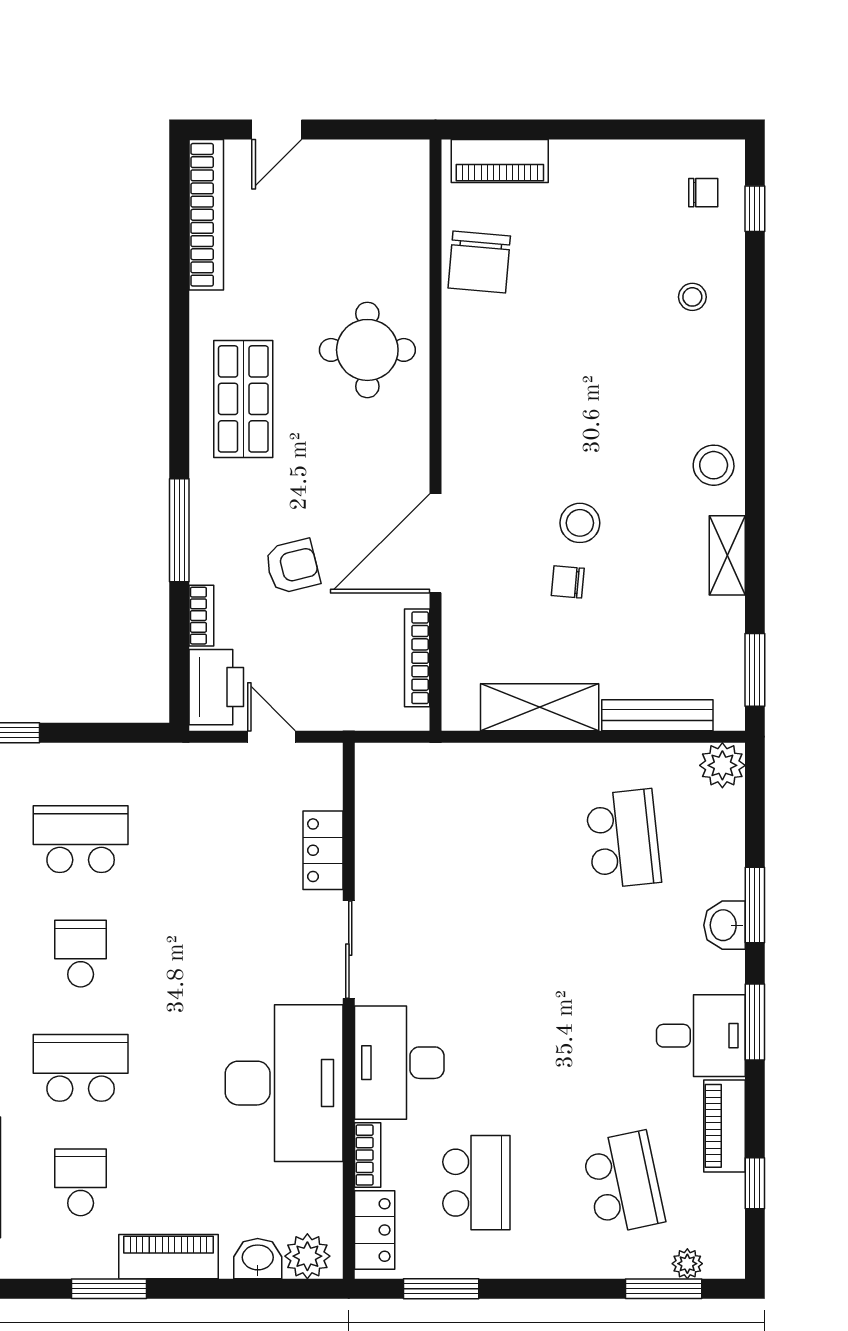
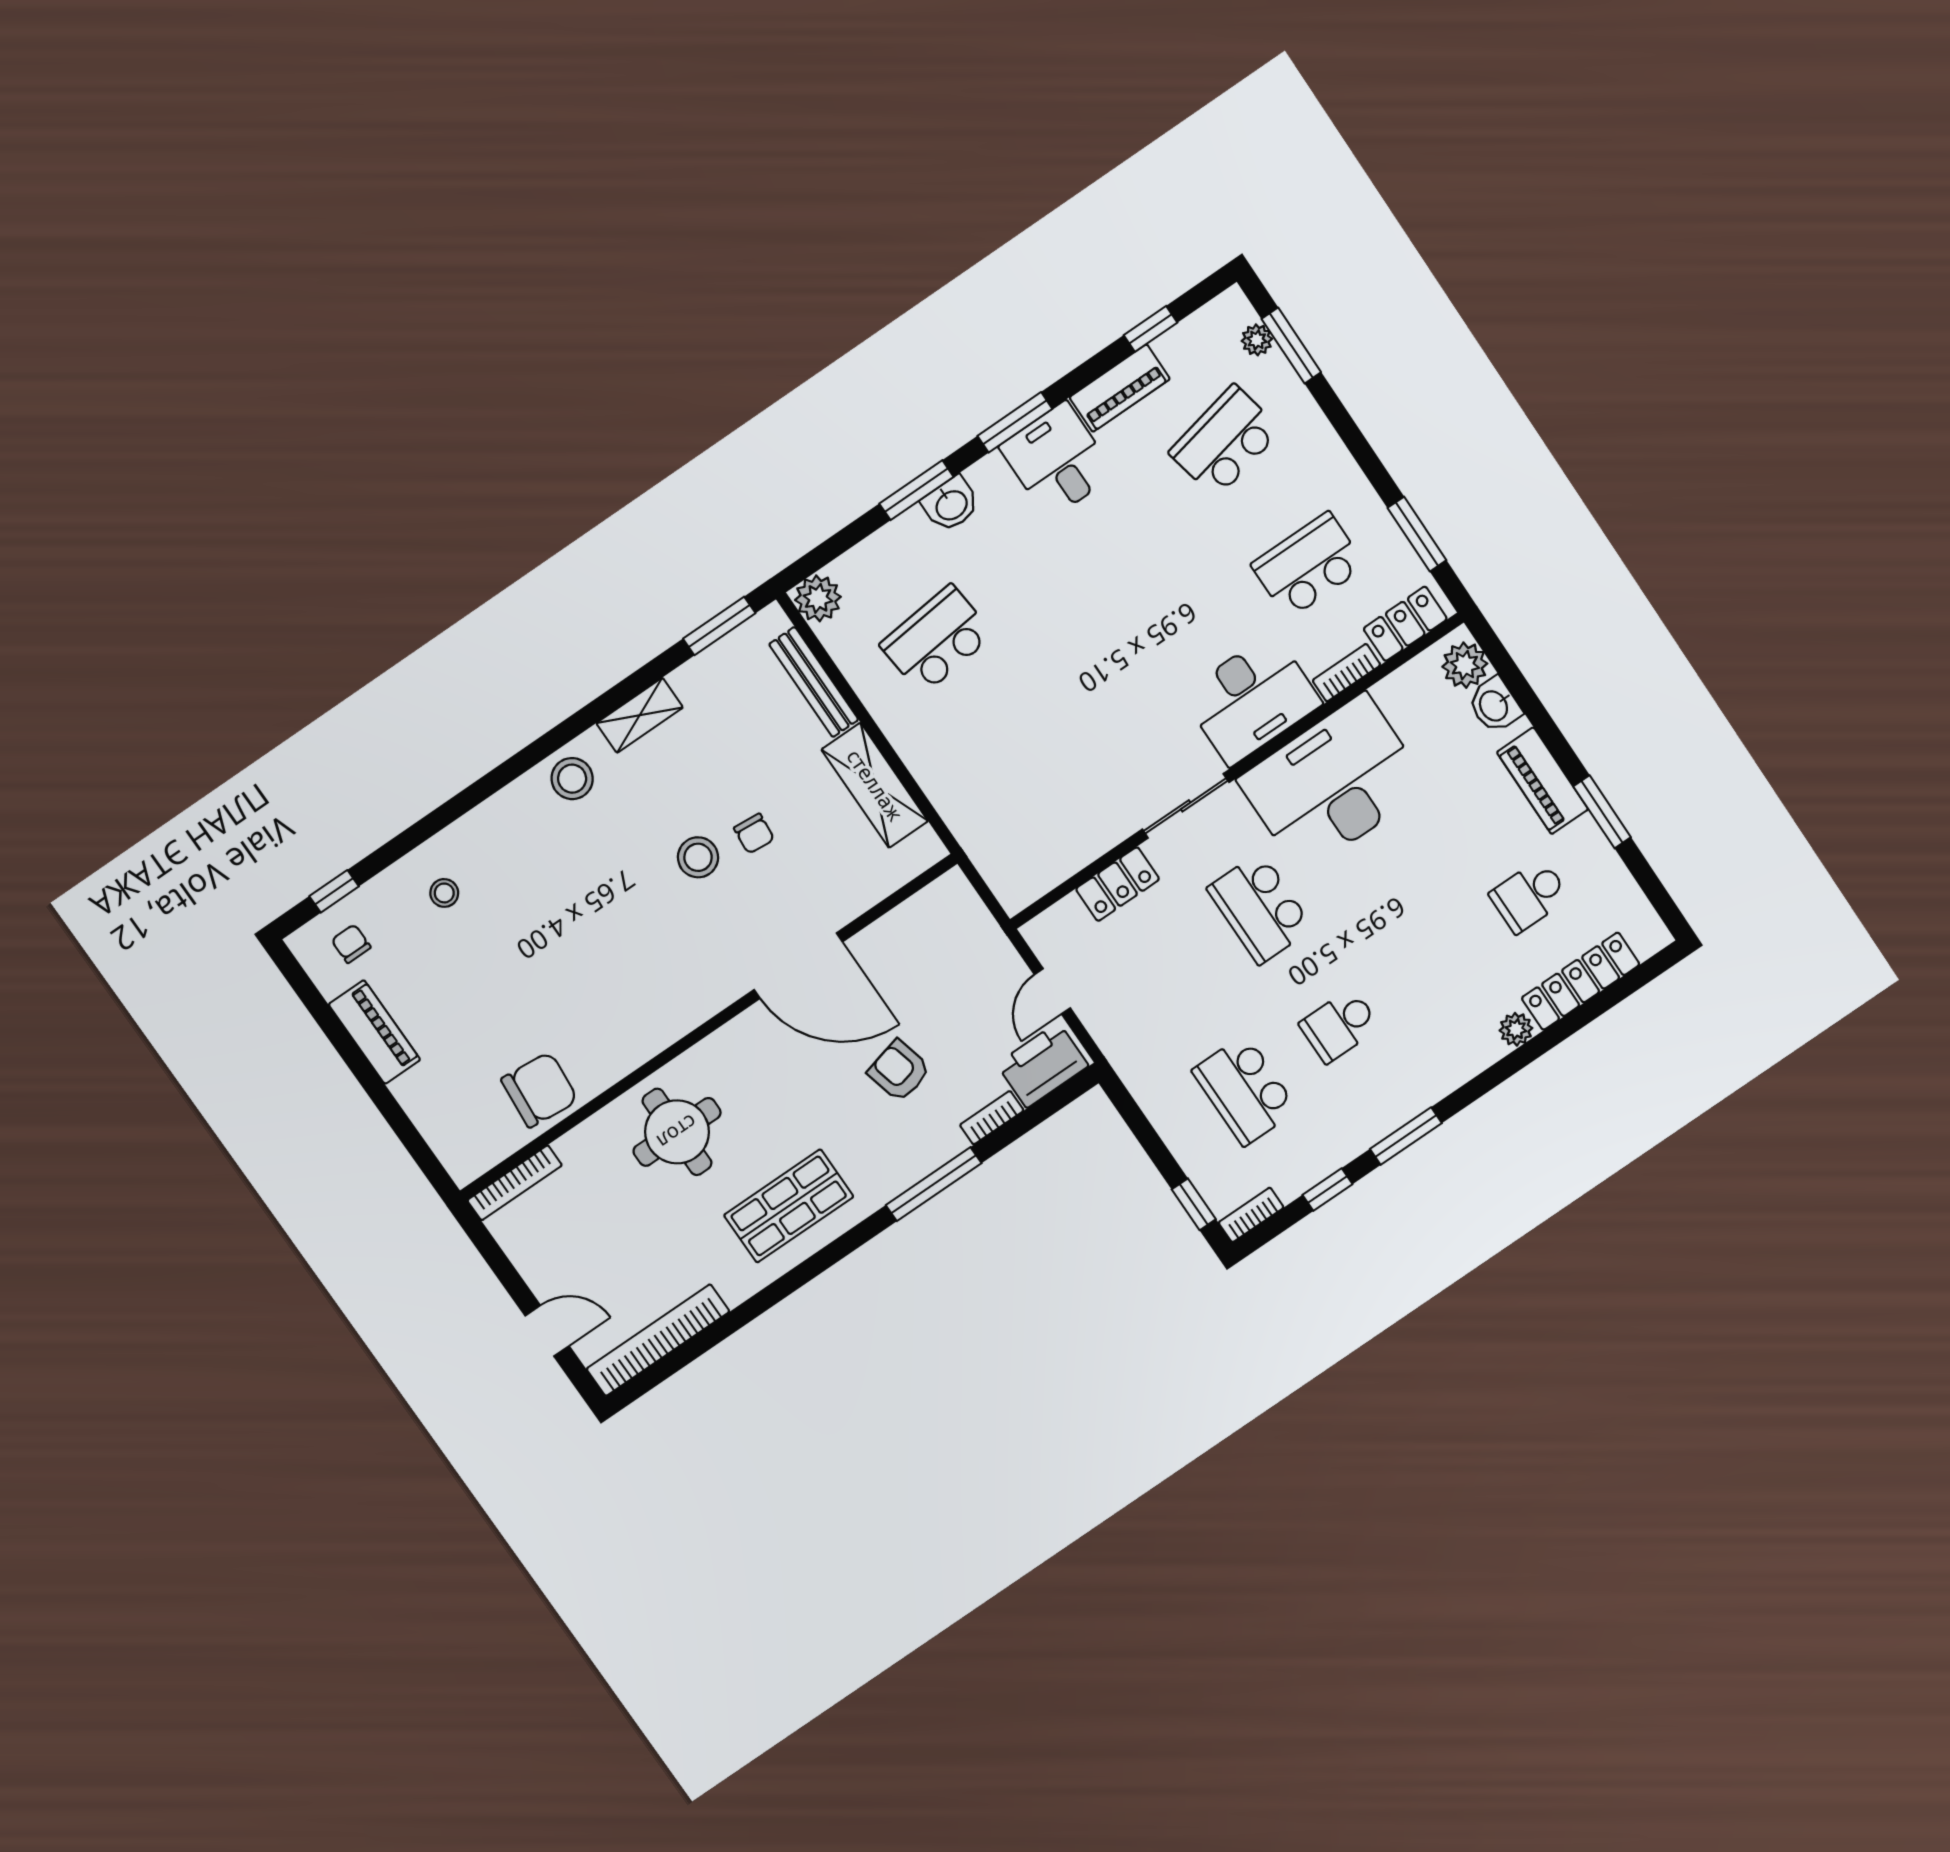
piano: (500, 161) -> (374, 1032), moved
bookcase: (417, 658) -> (515, 1183), moved
school desk: (81, 1068) -> (1260, 908), moved

